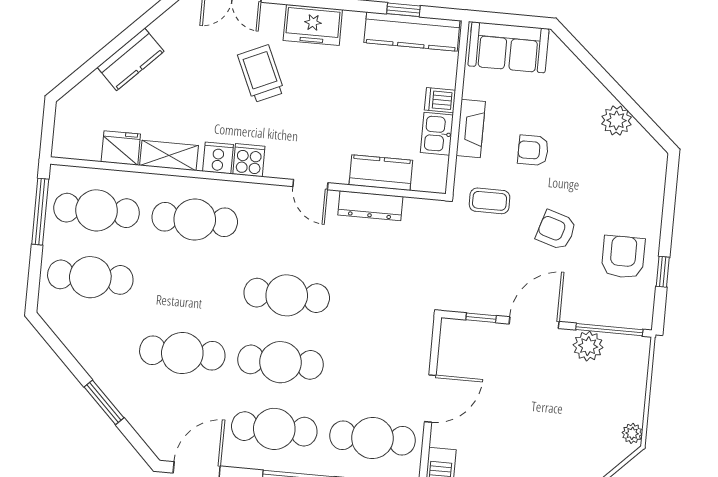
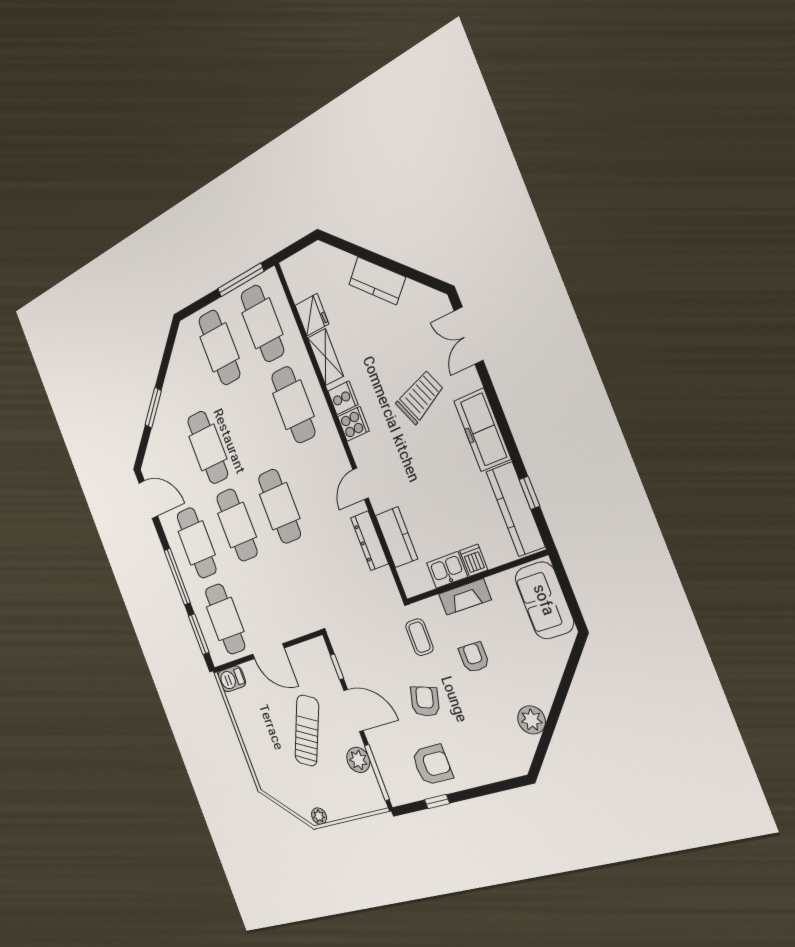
freezer: (313, 25) -> (482, 430), width x1.40
sun lounger: (534, 396) -> (307, 731), added

